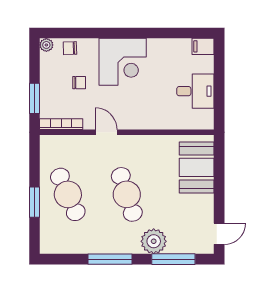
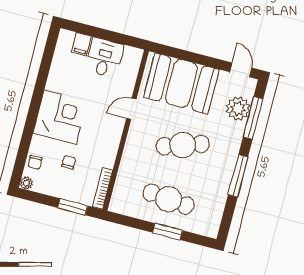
filing cabinet: (203, 46) -> (82, 44), moved
door: (106, 132) -> (131, 109), moved
booth: (197, 167) -> (181, 83), width x1.36, depth x1.42
cafe table: (68, 194) -> (169, 199), turned 30
plant: (154, 241) -> (238, 108), moved

